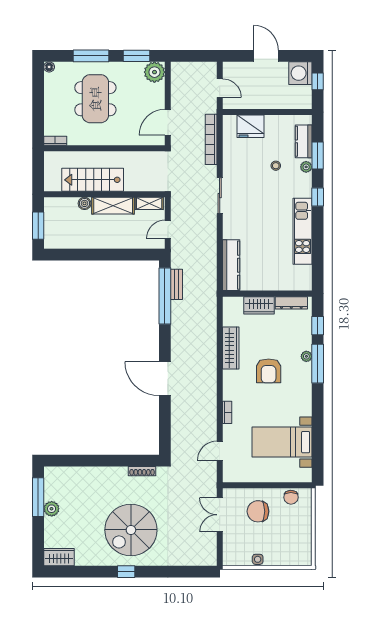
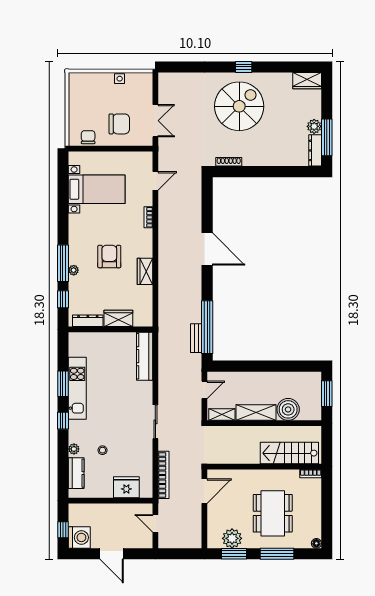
plant: (154, 72) -> (232, 538), moved
window: (318, 156) -> (63, 384), moved
stairs: (93, 180) -> (289, 453), moved, turned 180
boiler: (85, 203) -> (288, 409), width x1.86, depth x1.86
wardrobe: (231, 348) -> (145, 271), width x0.67
dresser: (50, 483) -> (315, 150), added

